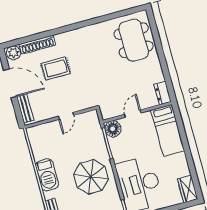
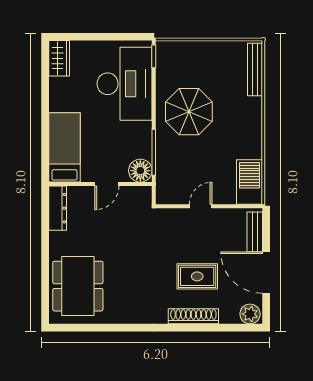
shoe rack: (37, 45) -> (193, 316), moved
dresser: (163, 93) -> (58, 208), width x1.44
barbecue: (47, 175) -> (250, 182), moved

